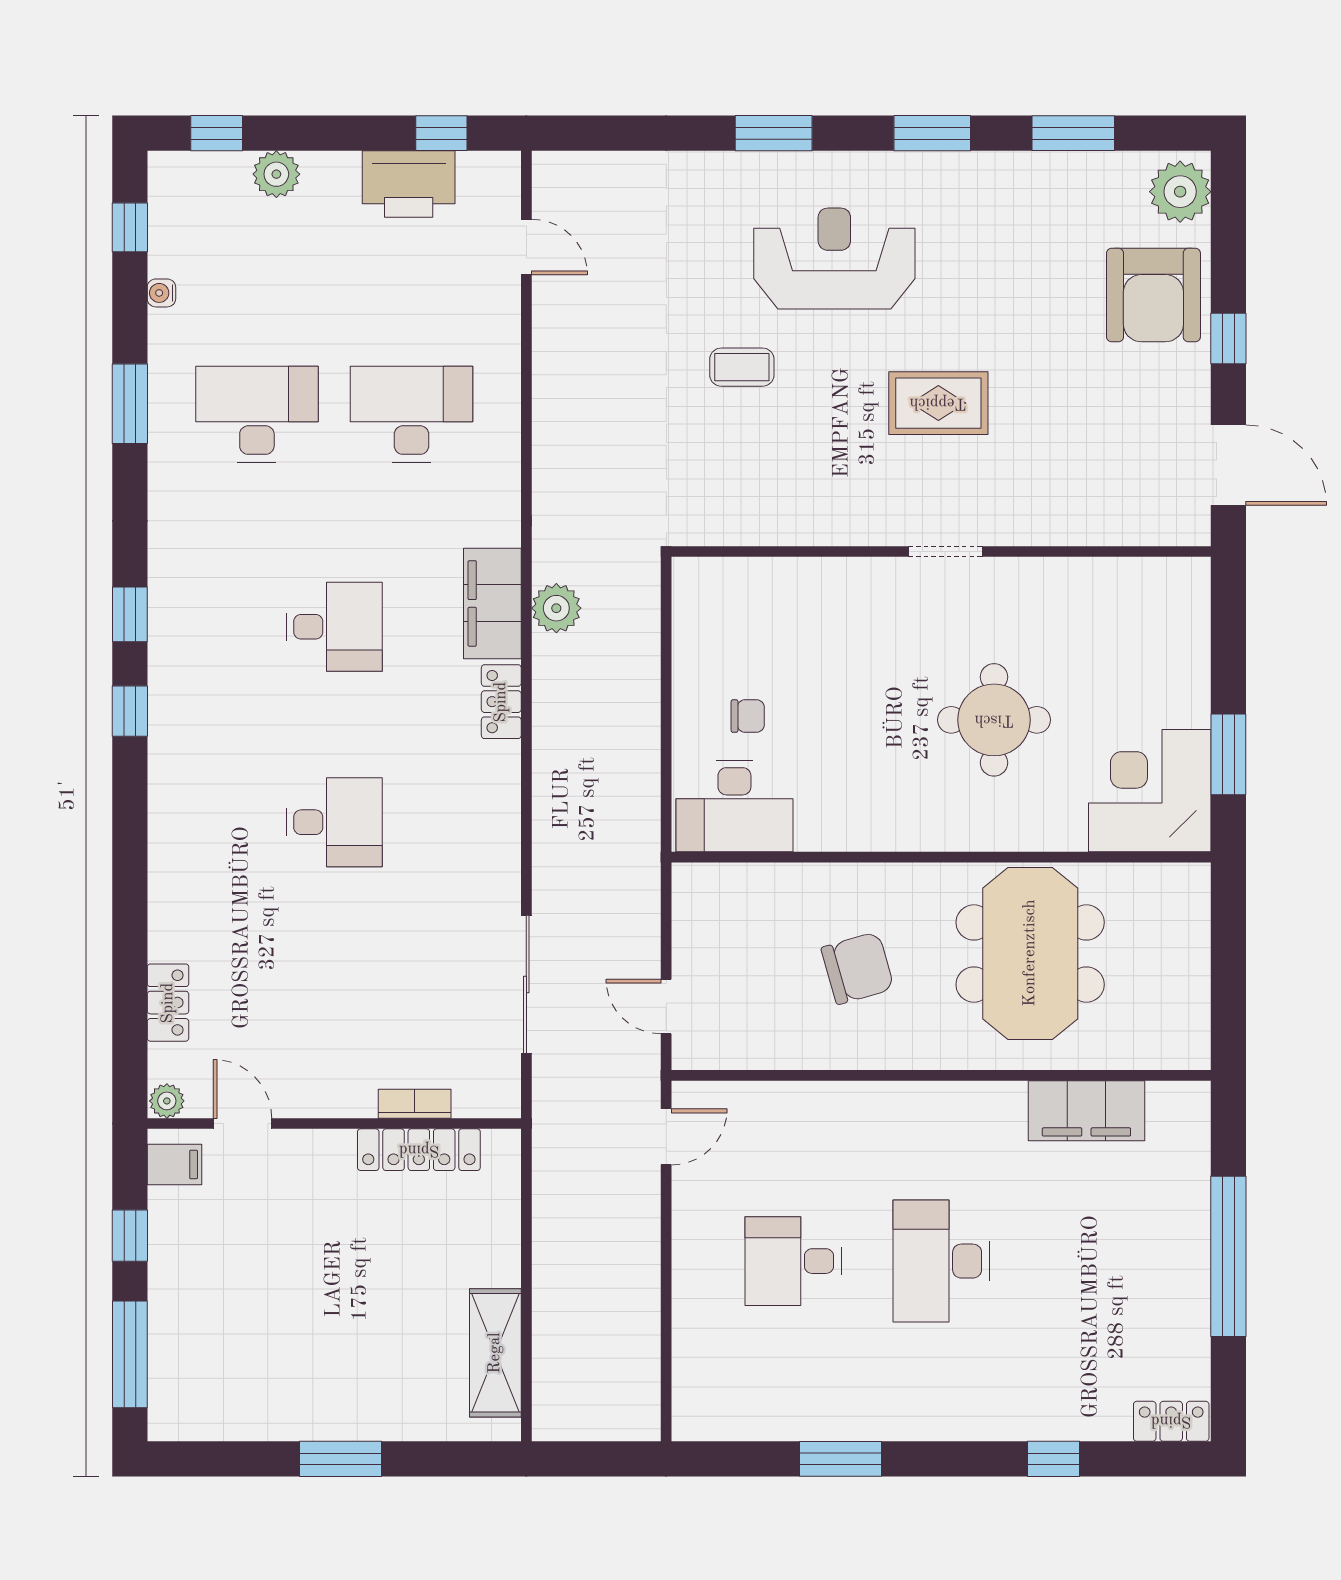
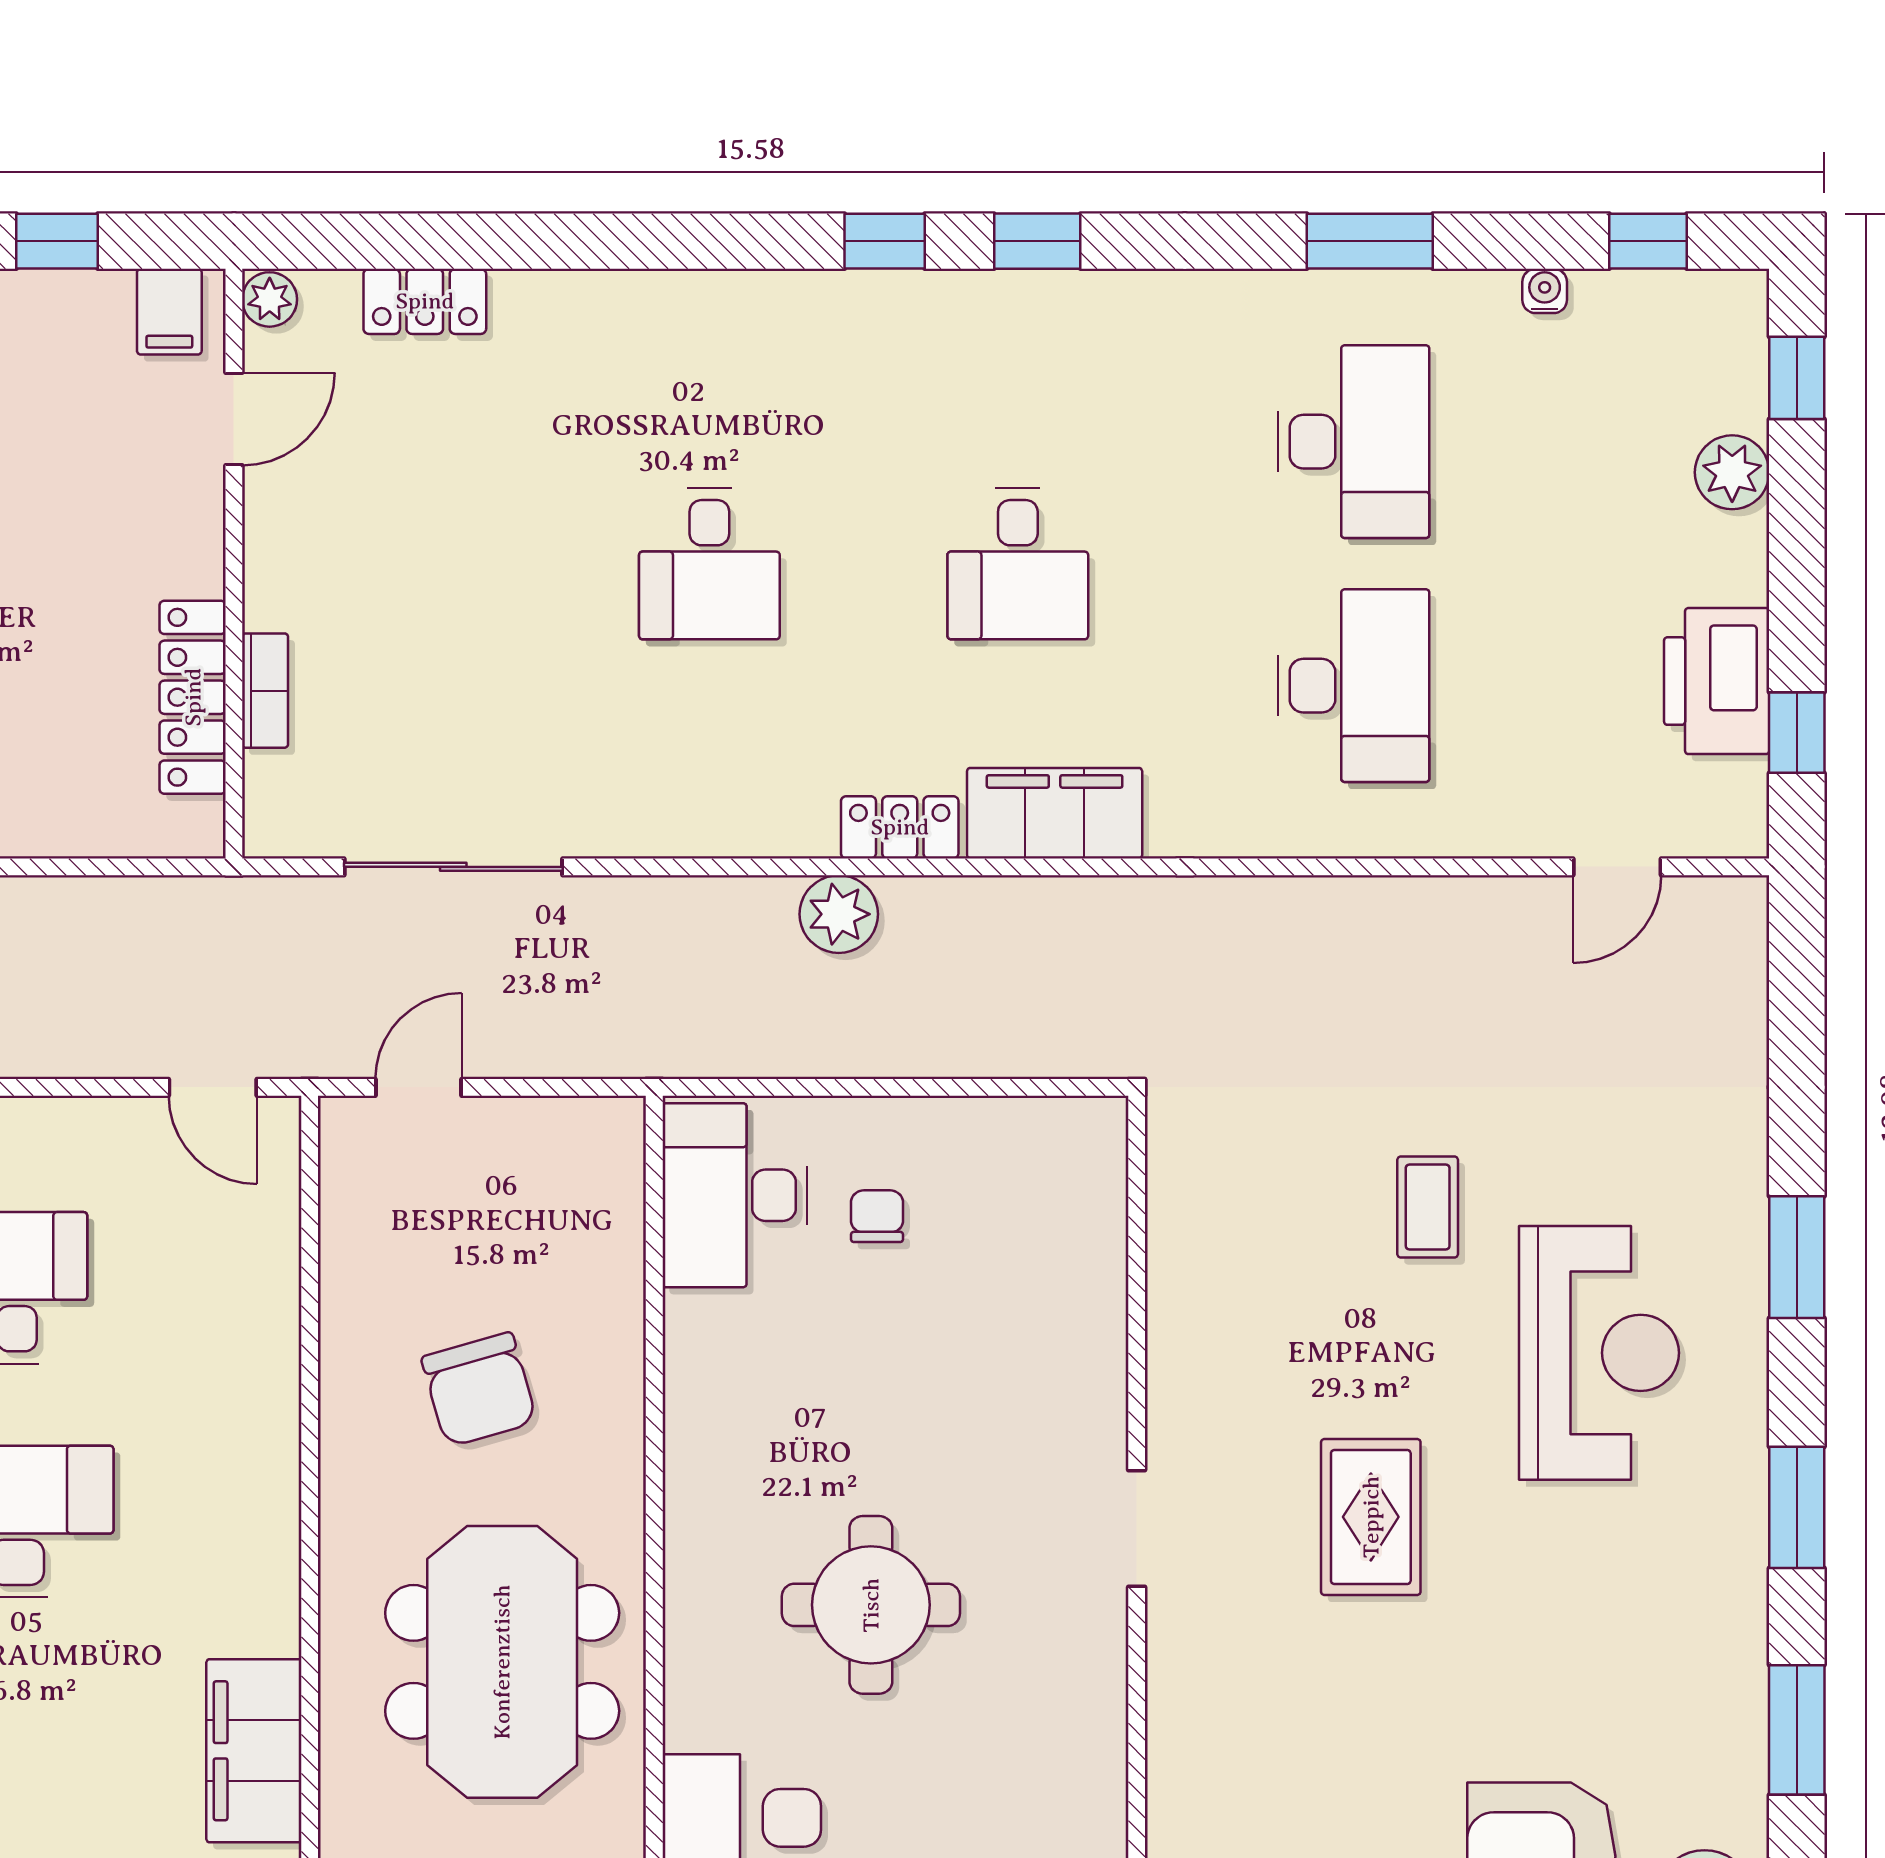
plant: (556, 608) -> (839, 914), moved
chair: (748, 716) -> (877, 1216), turned 180
meeting table: (1030, 953) -> (502, 1662), turned 90

